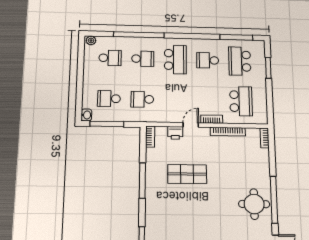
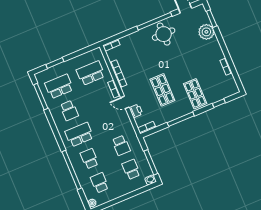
school desk: (240, 61) -> (59, 86), turned 180
school desk: (109, 99) -> (131, 169), turned 180
shop shelf: (166, 211) -> (195, 94), added

